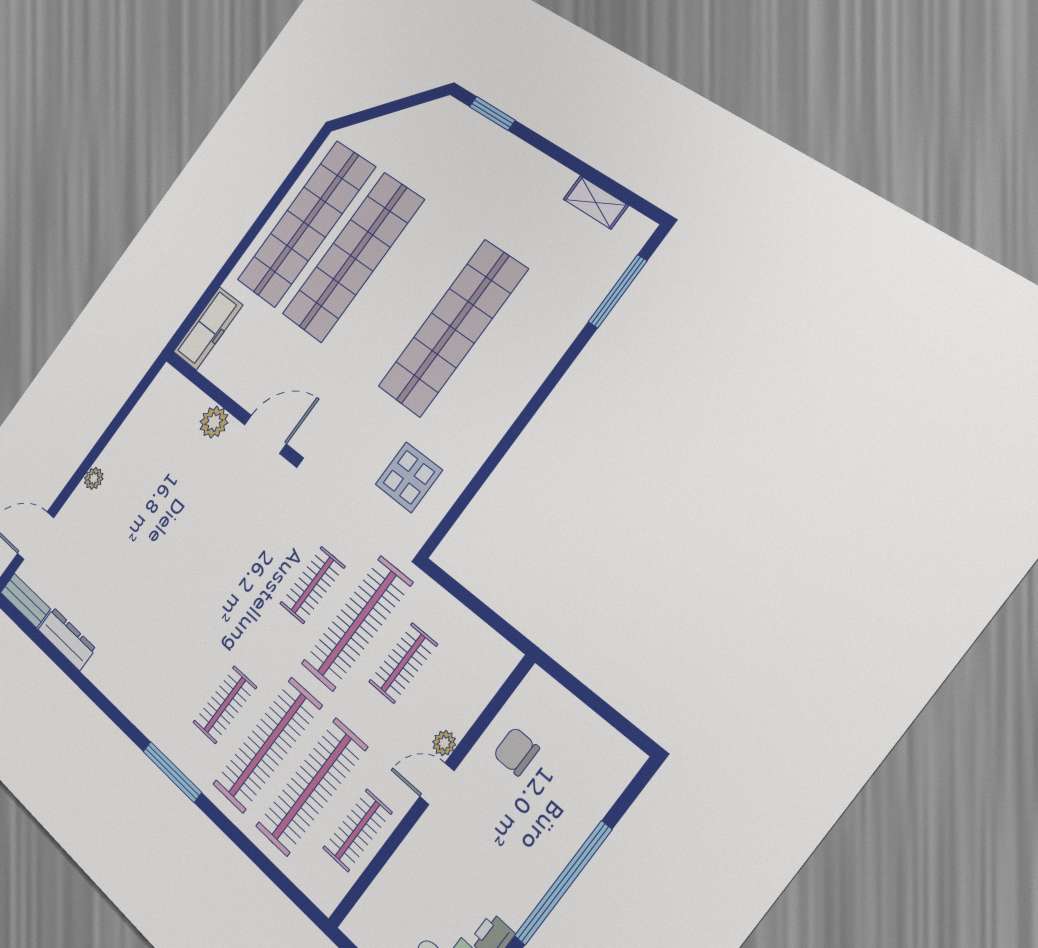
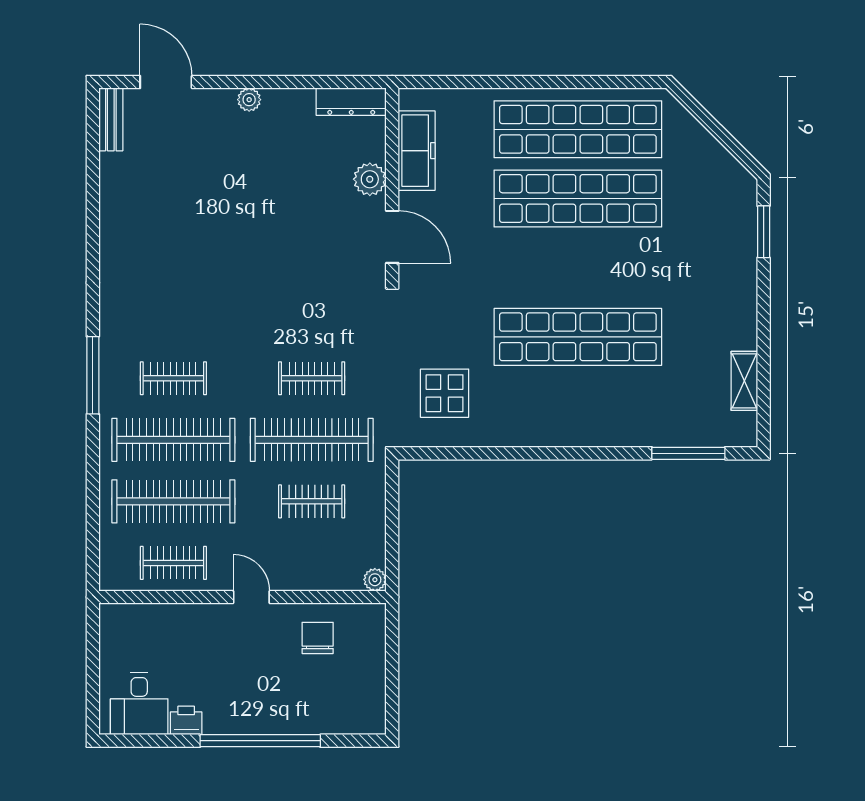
freezer: (208, 328) -> (417, 151), moved, turned -90
dresser: (67, 639) -> (351, 102), moved, turned 90
plant: (444, 743) -> (375, 580), moved

